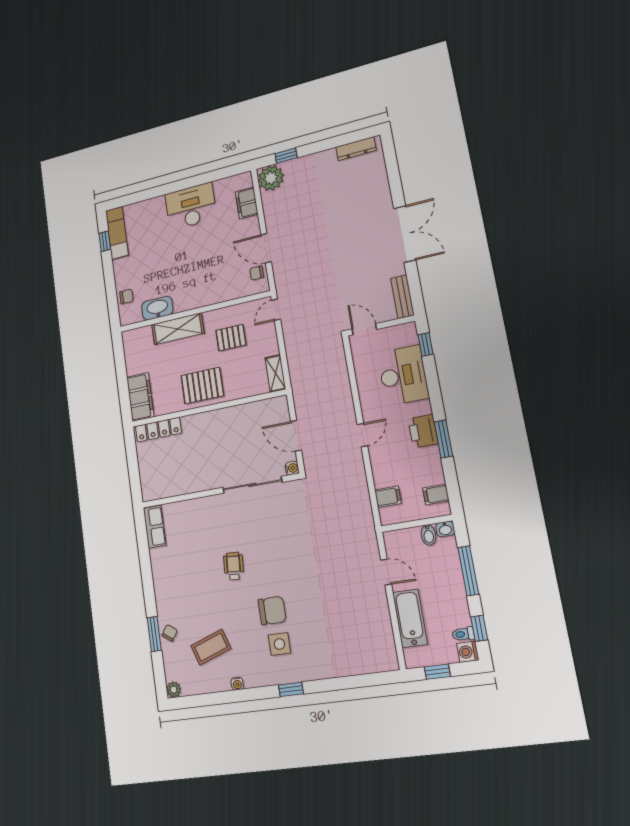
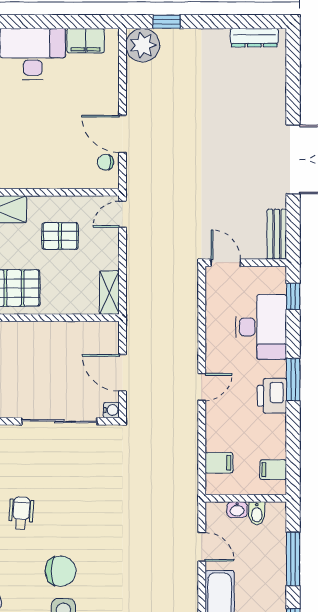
filing cabinet: (247, 203) -> (86, 41), moved, turned -90
window: (443, 439) -> (293, 380), moved
washbasin: (445, 529) -> (237, 510), moved

